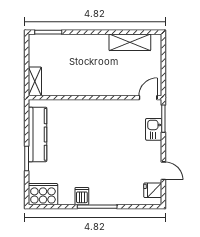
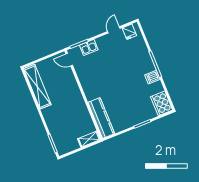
shelving: (130, 42) -> (37, 87), width x1.47
kitchen counter: (38, 134) -> (101, 118), moved, turned 90

